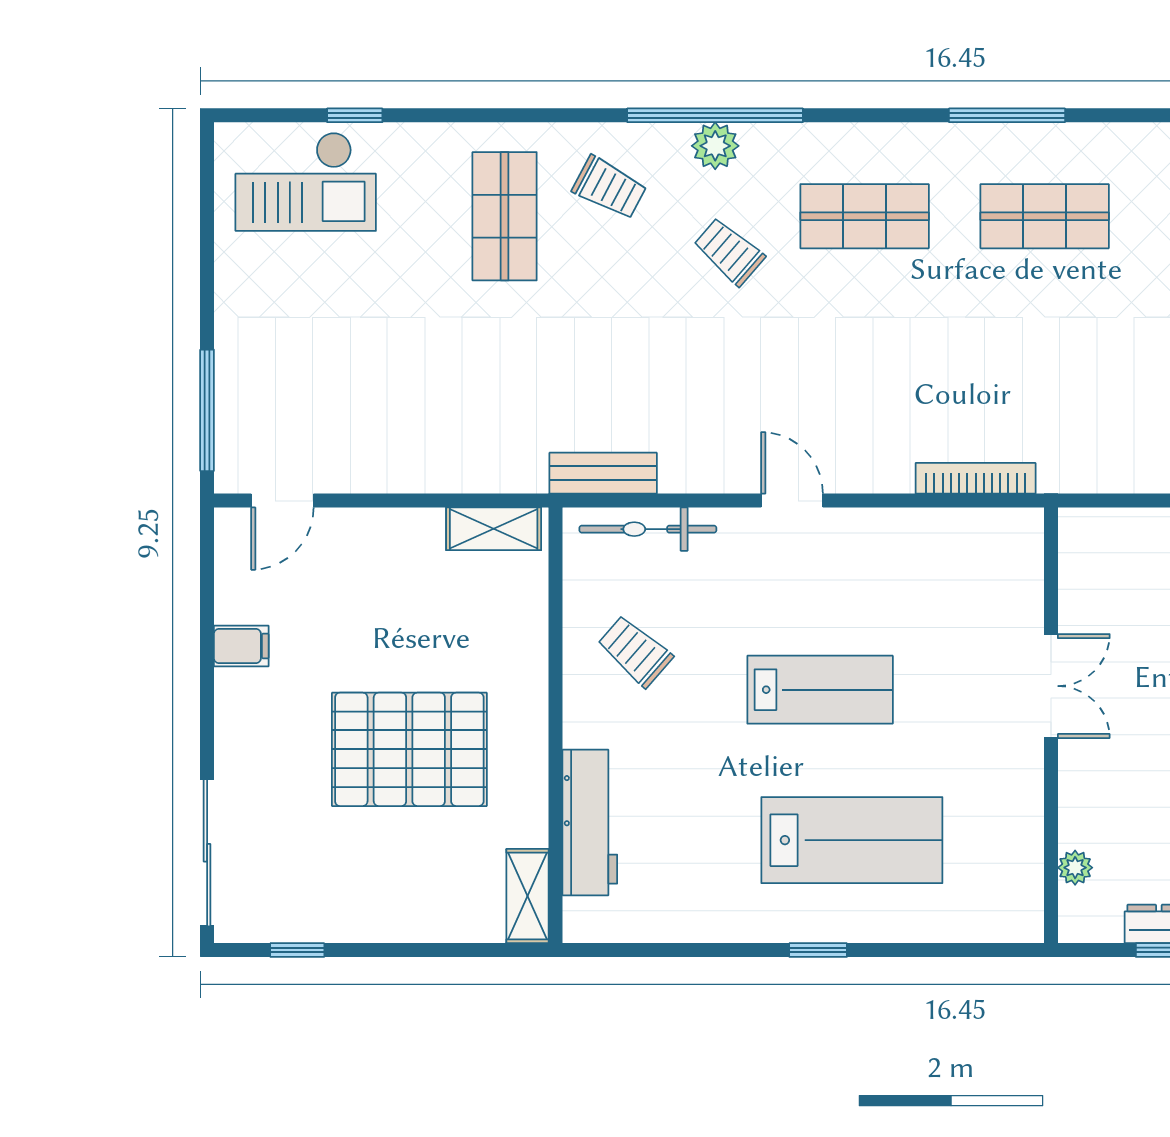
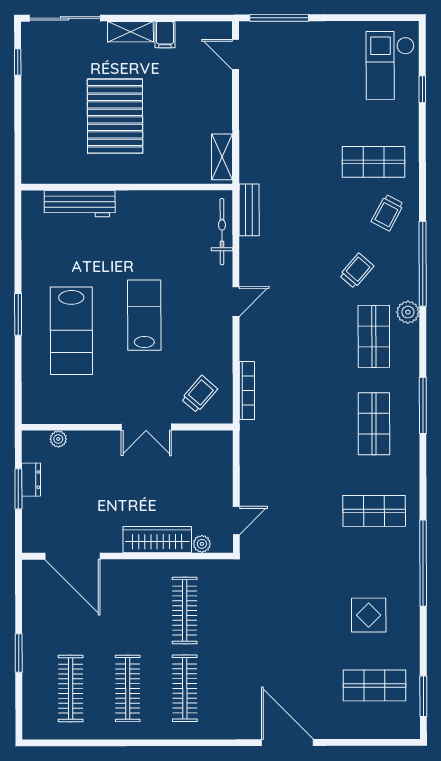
plant: (715, 146) -> (408, 312), moved
trolley: (635, 651) -> (199, 394), moved
lab bench: (820, 690) -> (144, 315), turned 180
shelving: (528, 896) -> (130, 32), moved
window: (818, 950) -> (18, 314), width x1.50

